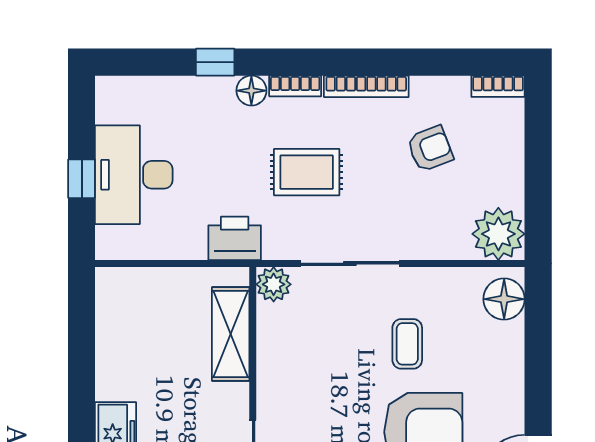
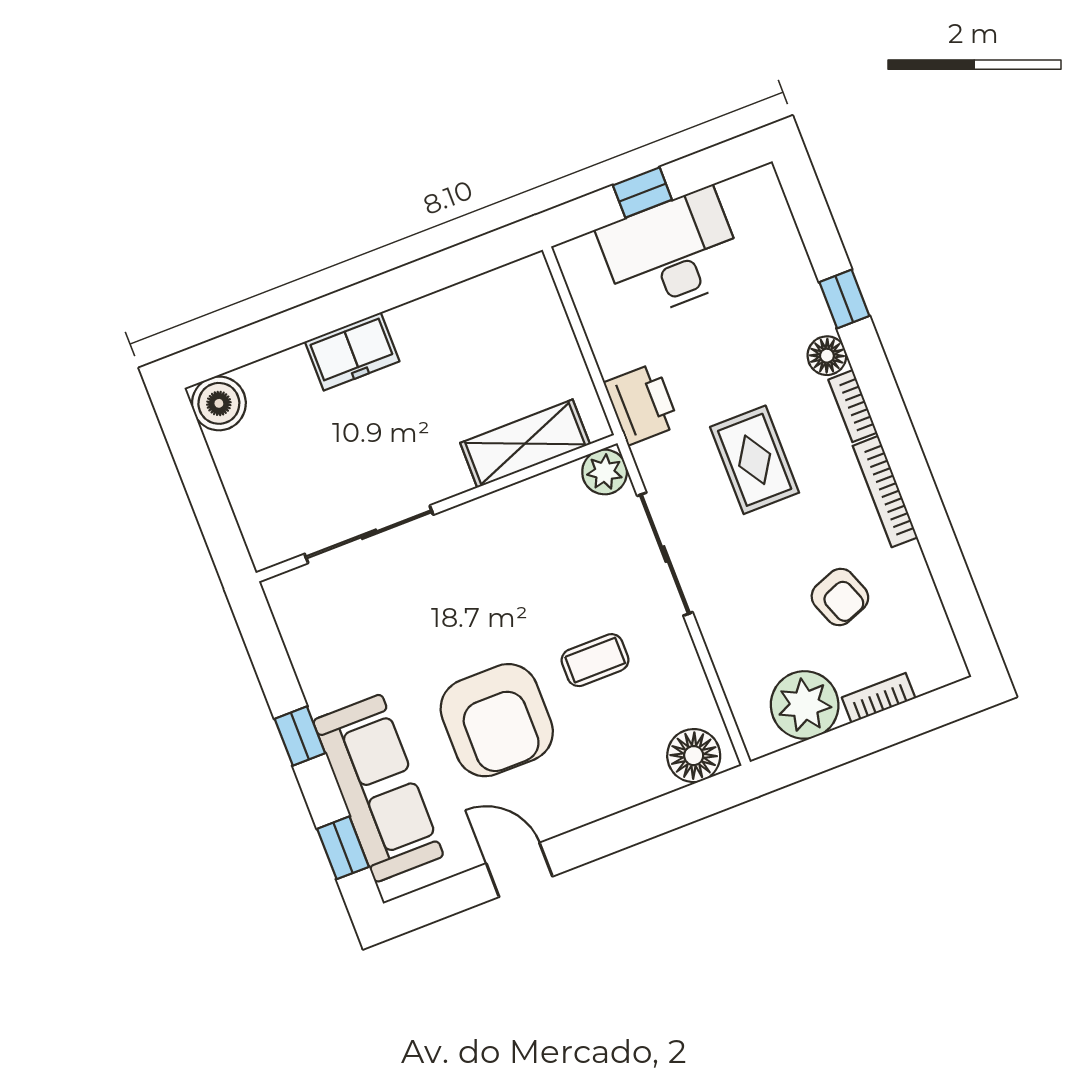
bookcase: (498, 86) -> (879, 698), moved, turned 90
plant: (498, 234) -> (805, 705), moved

